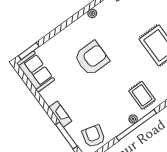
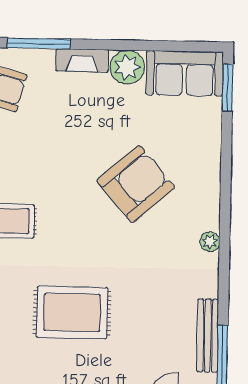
armchair: (92, 58) -> (136, 184), turned -131
plant: (50, 95) -> (127, 67), added

